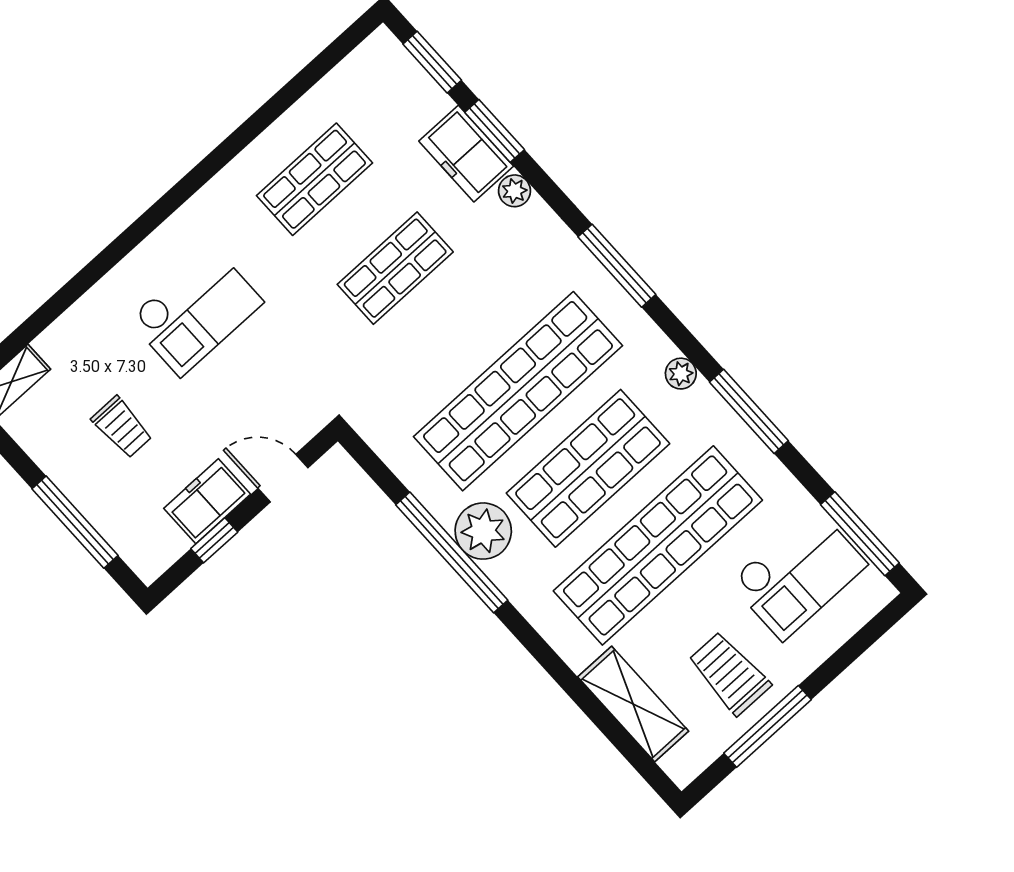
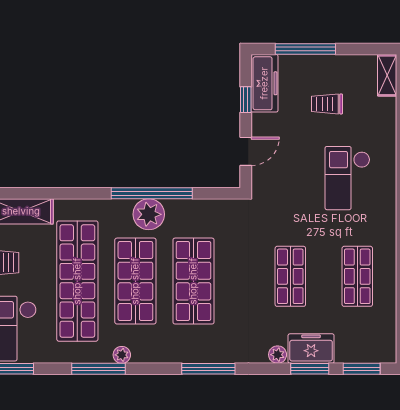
plant: (681, 374) -> (122, 355), moved
shop shelf: (518, 391) -> (193, 281), width x0.71
freezer: (207, 501) -> (264, 83), moved, width x1.40

